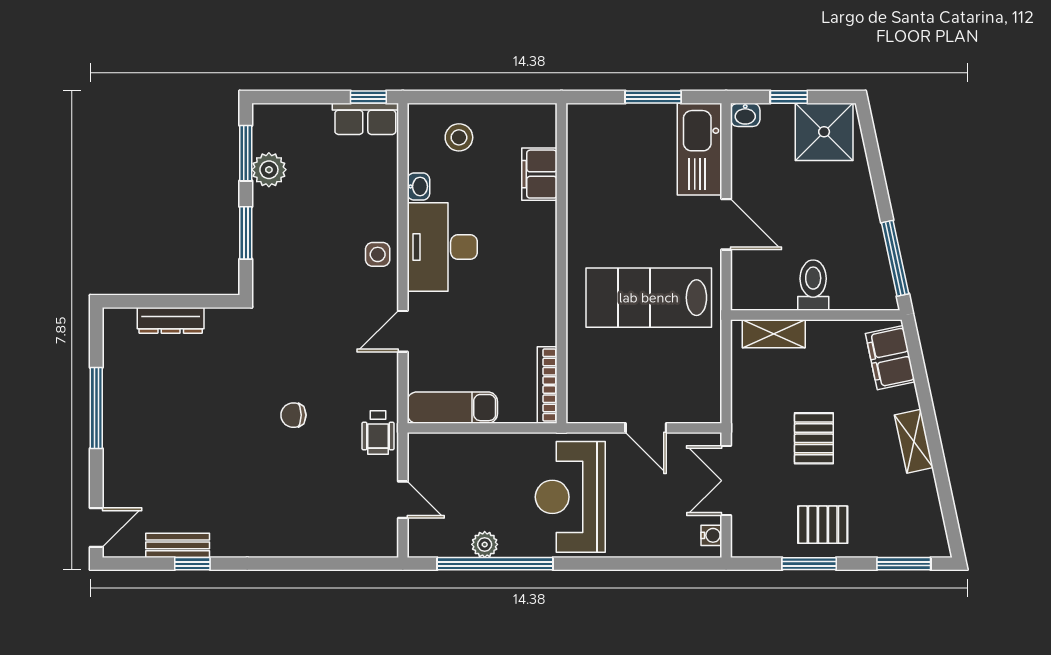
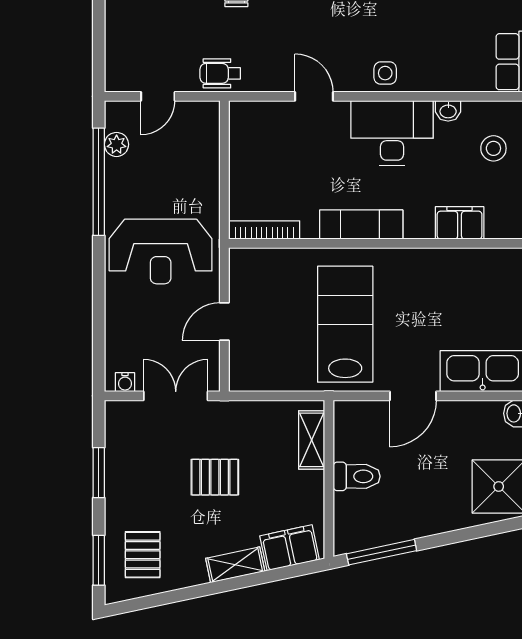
exam couch: (452, 408) -> (361, 224), moved, turned -90
shelving: (914, 441) -> (235, 565), moved
reception desk: (570, 497) -> (161, 251), turned 180
pallet: (823, 525) -> (143, 555), moved
plant: (485, 544) -> (117, 144), moved

